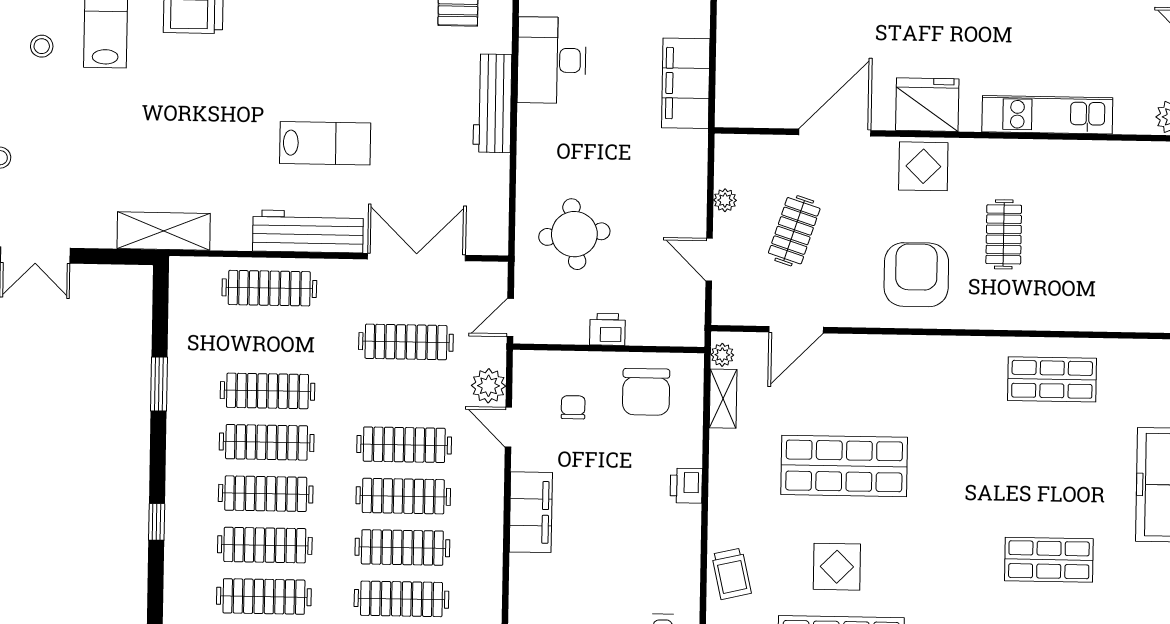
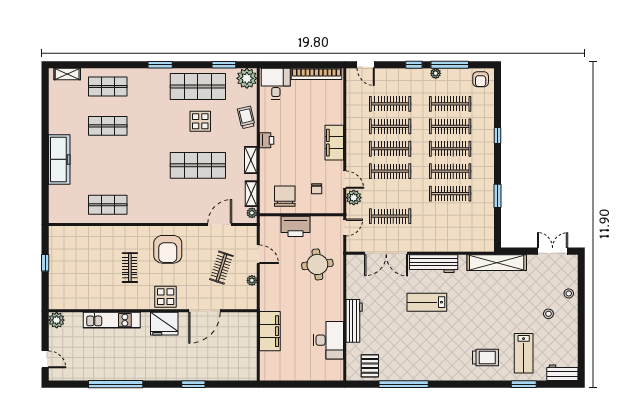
stool: (42, 46) -> (548, 314), moved
shelving: (164, 231) -> (497, 263), width x1.47
clothes rail: (269, 288) -> (450, 239), removed
printer: (607, 329) -> (296, 226), width x1.87, depth x1.48
shelving: (723, 476) -> (251, 160), added
printer: (686, 486) -> (267, 140), moved

